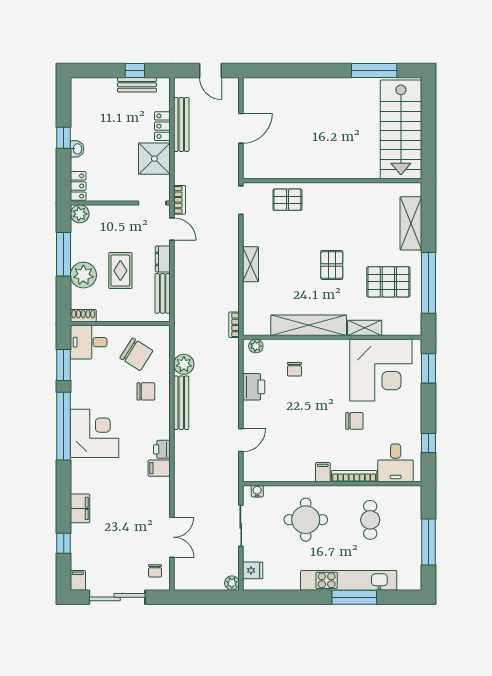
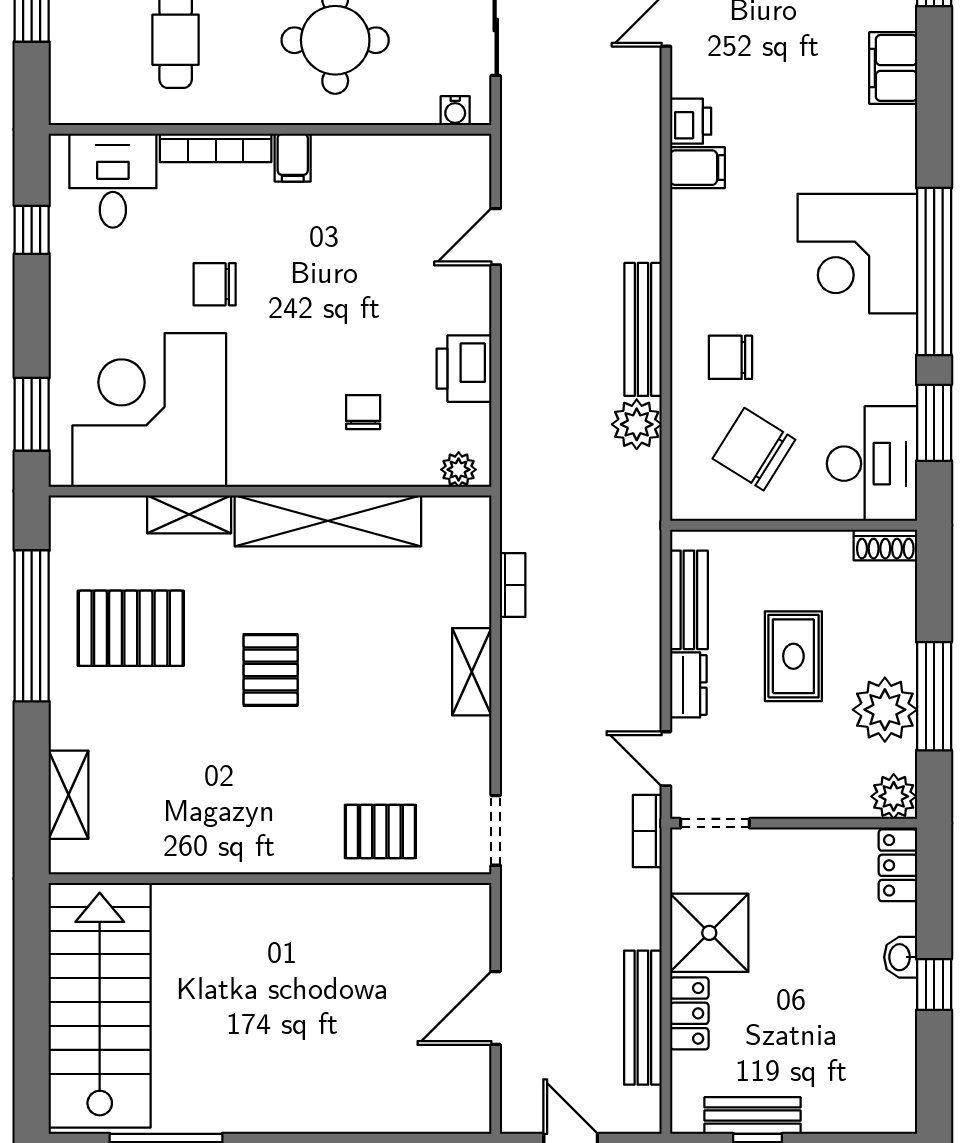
shelving: (411, 223) -> (69, 795), width x0.67, depth x0.75
plant: (83, 275) -> (885, 710), moved
bookcase: (234, 325) -> (513, 585), moved
desk: (89, 342) -> (872, 464), width x1.37
printer: (162, 449) -> (691, 121), moved

